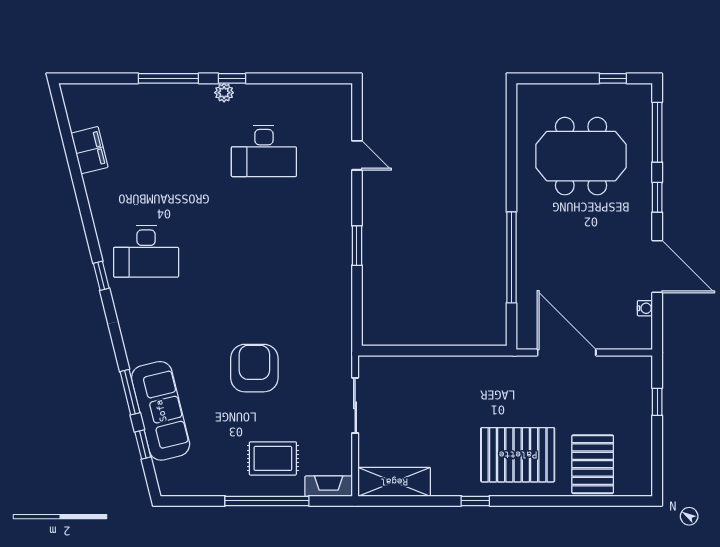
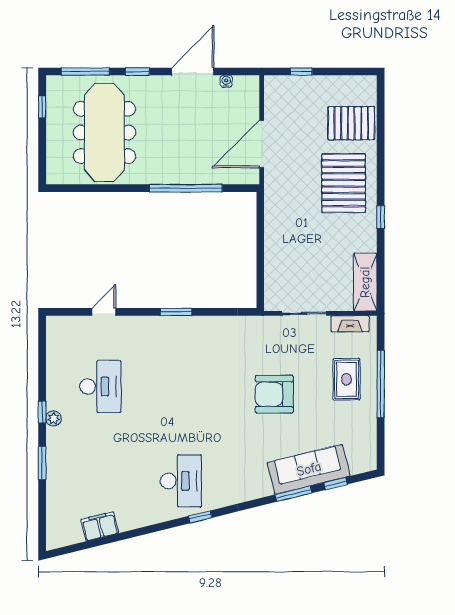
window: (168, 78) -> (42, 463), width x0.69
meeting table: (581, 156) -> (104, 132), width x1.36
fireplace: (329, 486) -> (350, 324), moved, turned -90

